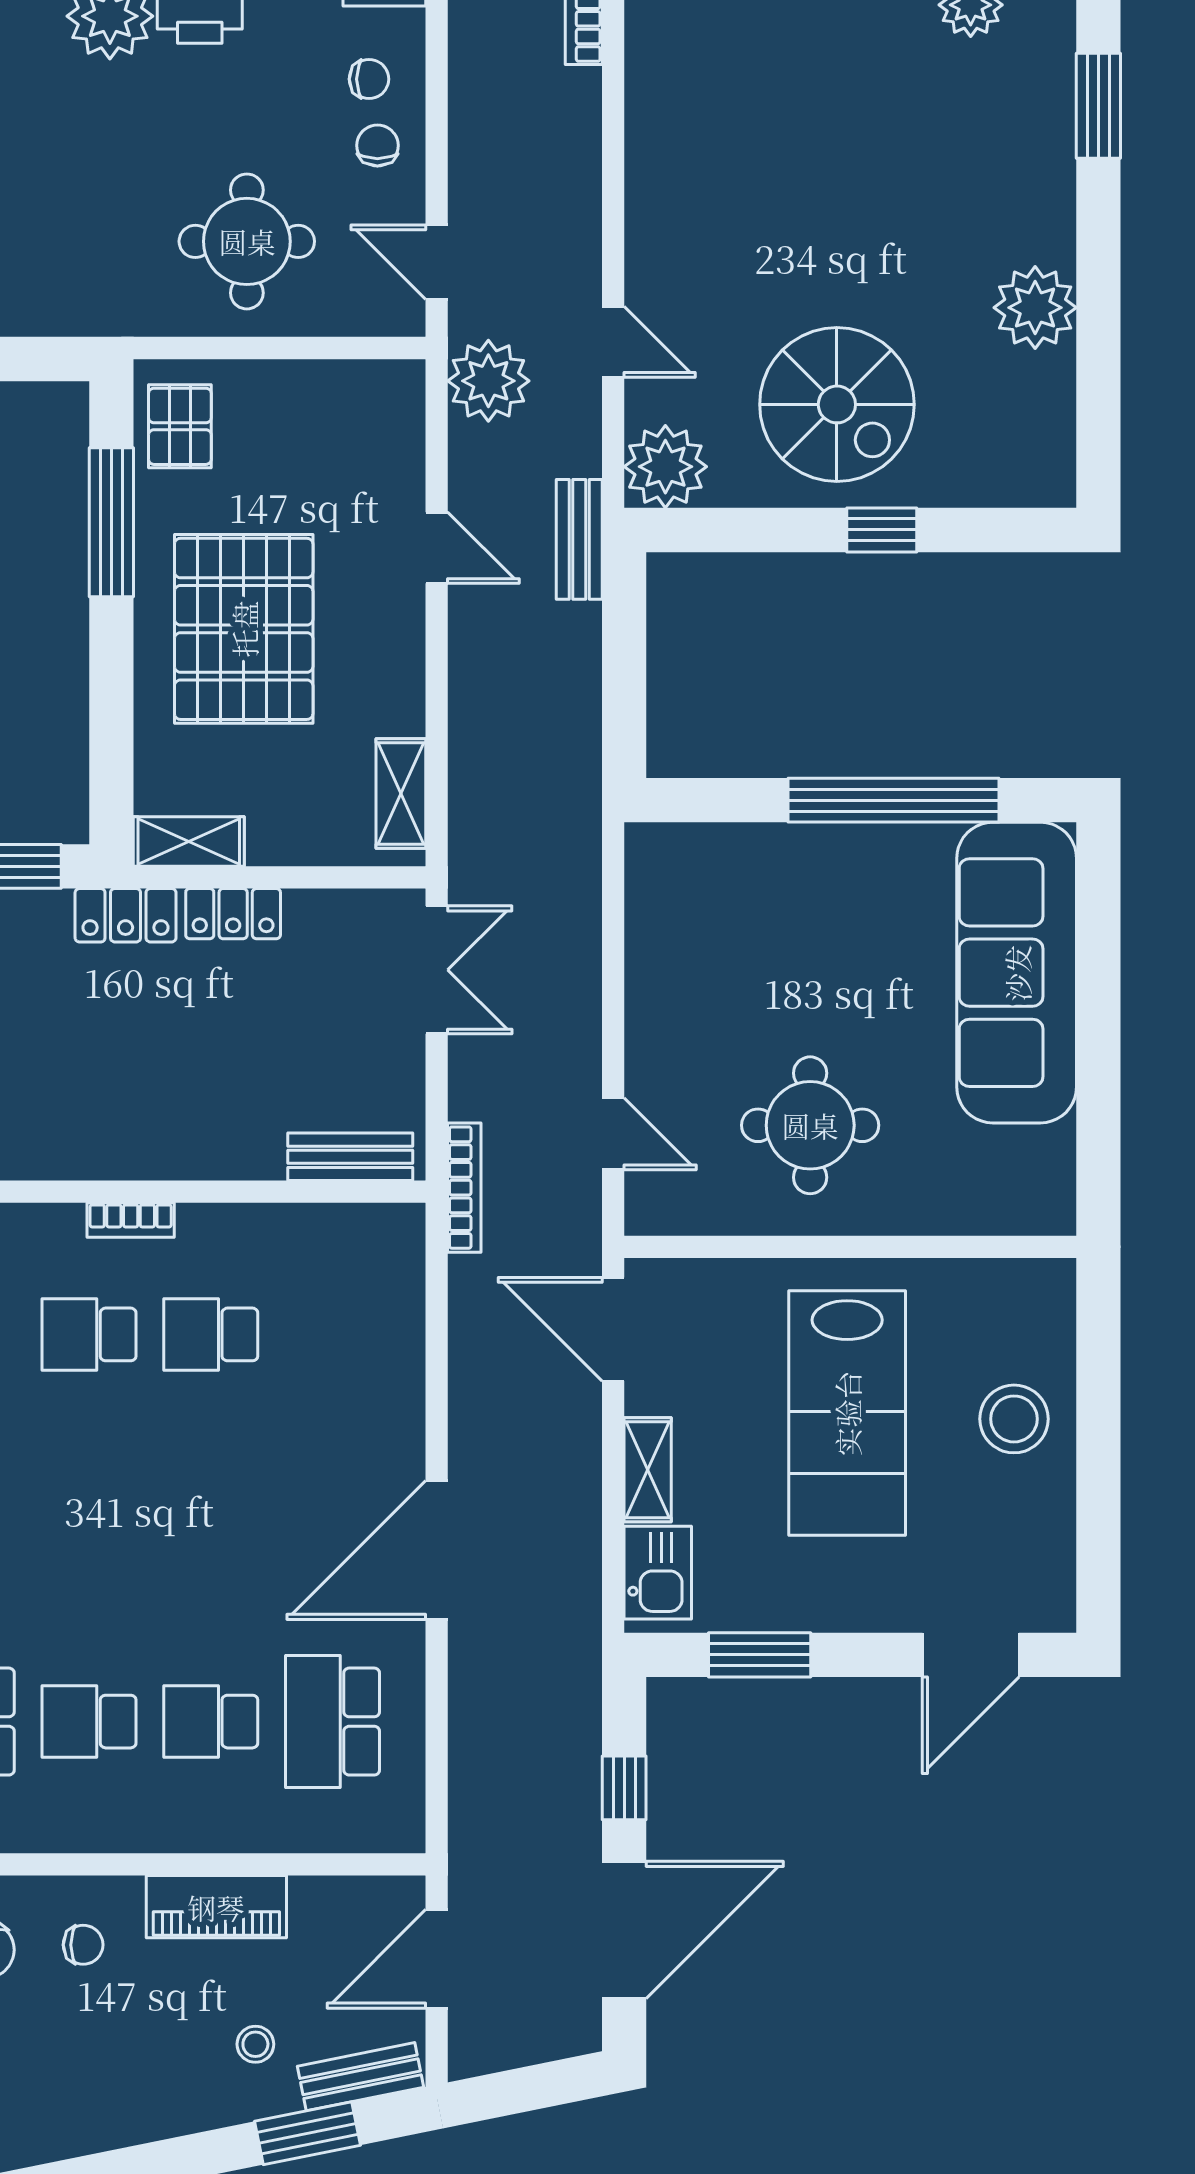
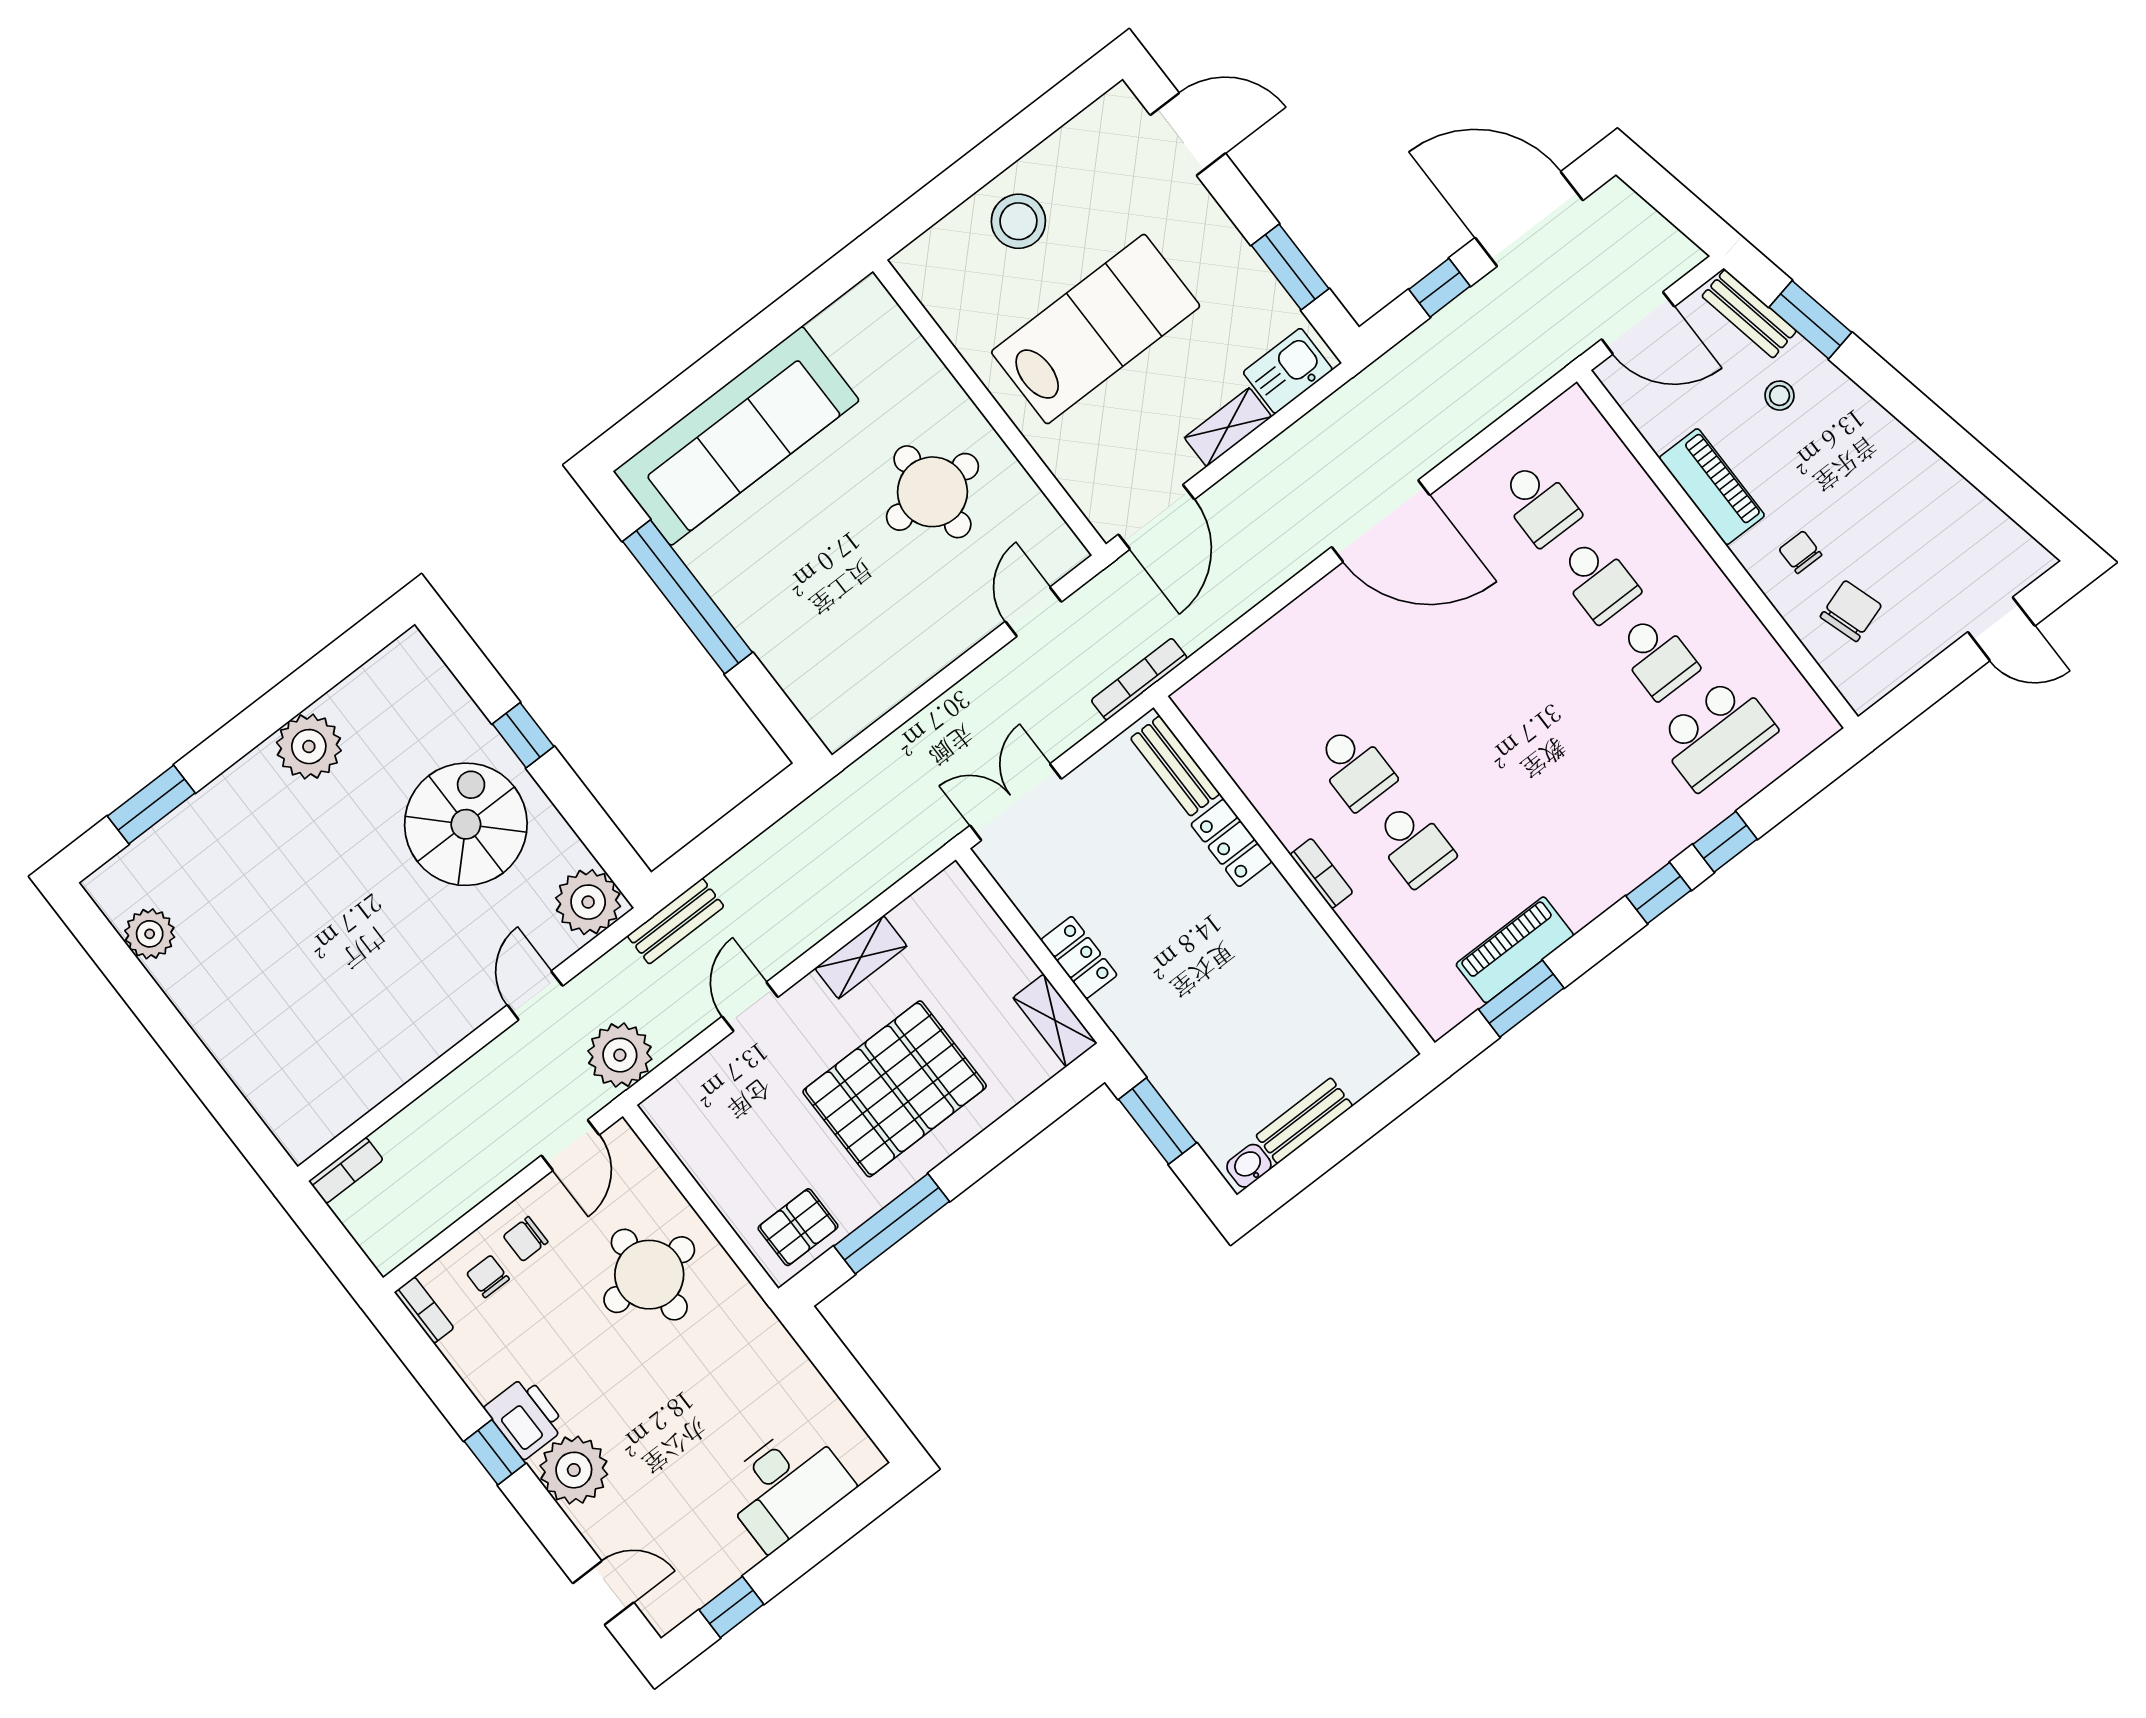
shelving: (401, 794) -> (861, 957), moved
locker: (126, 915) -> (1231, 843), moved, turned 180
school desk: (333, 1722) -> (1539, 503), width x0.54

